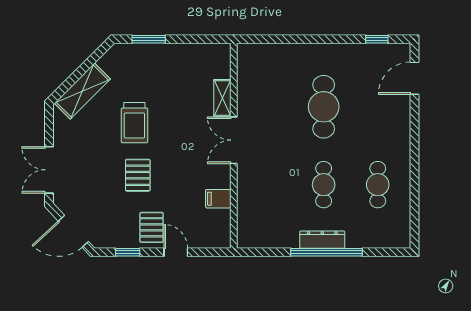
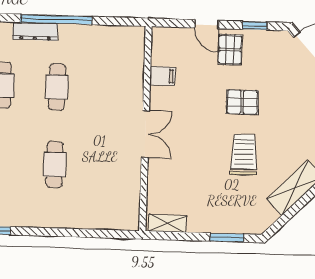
shelving: (222, 98) -> (168, 223), moved, turned 90
cafe table: (324, 107) -> (55, 165), width x0.73, depth x0.74
pallet: (138, 175) -> (242, 102), turned 90
dresser: (322, 240) -> (35, 31), moved

